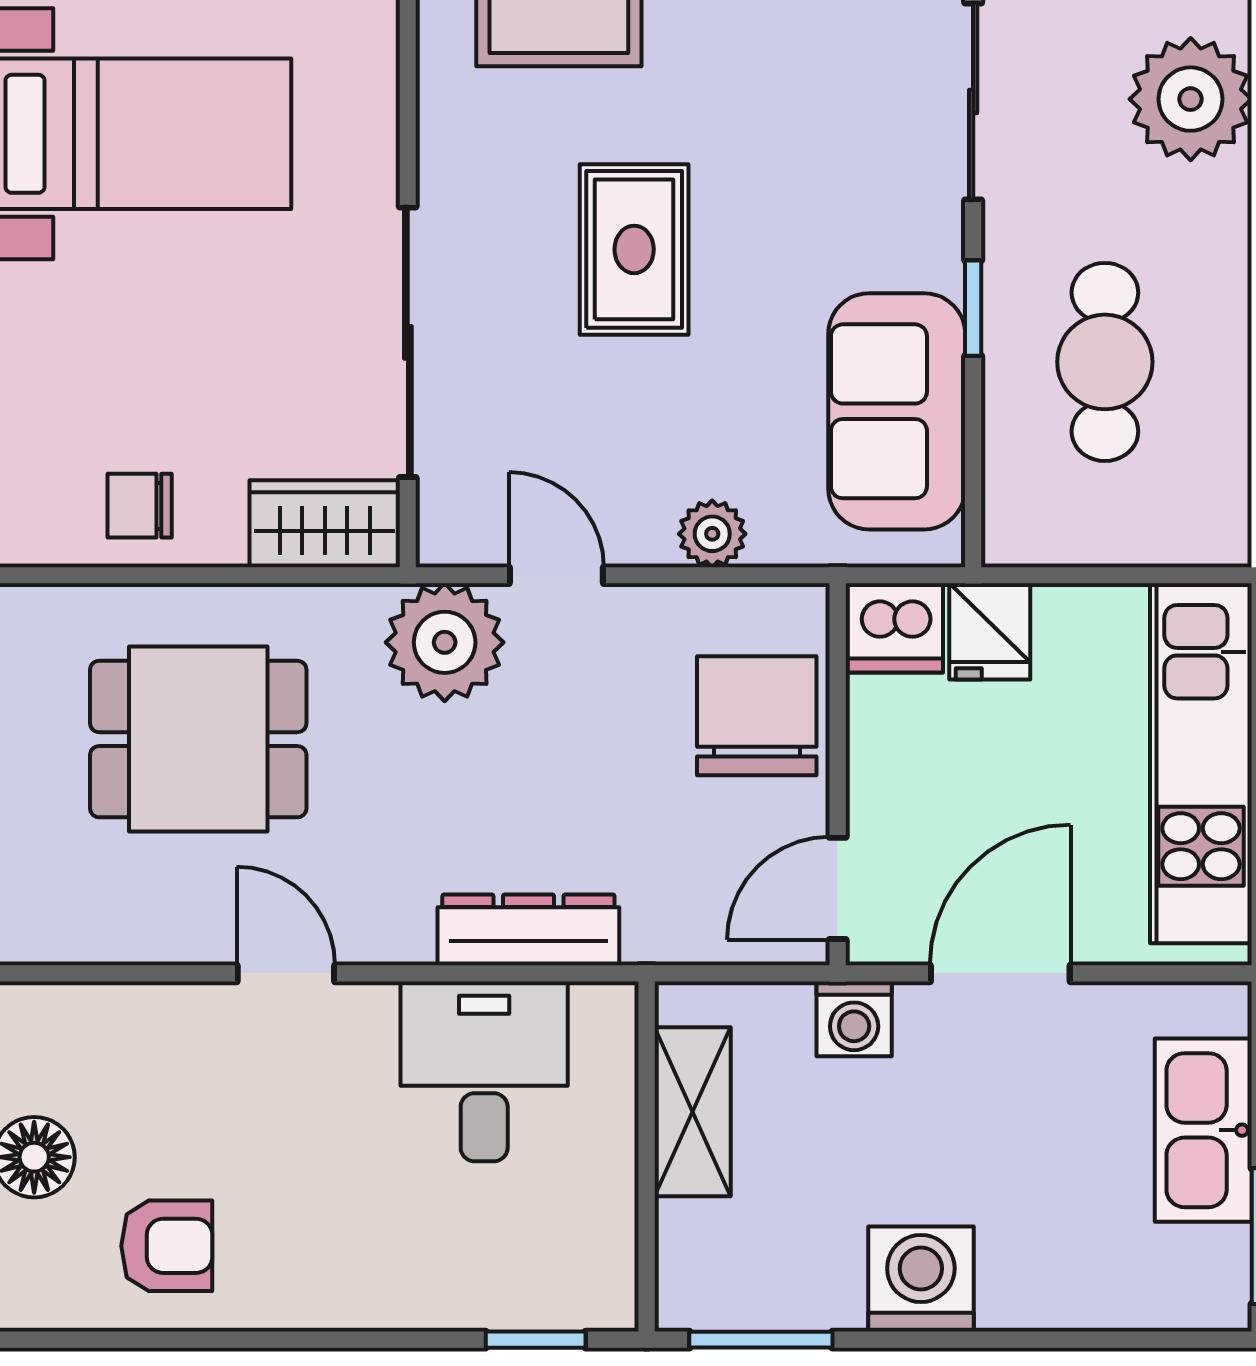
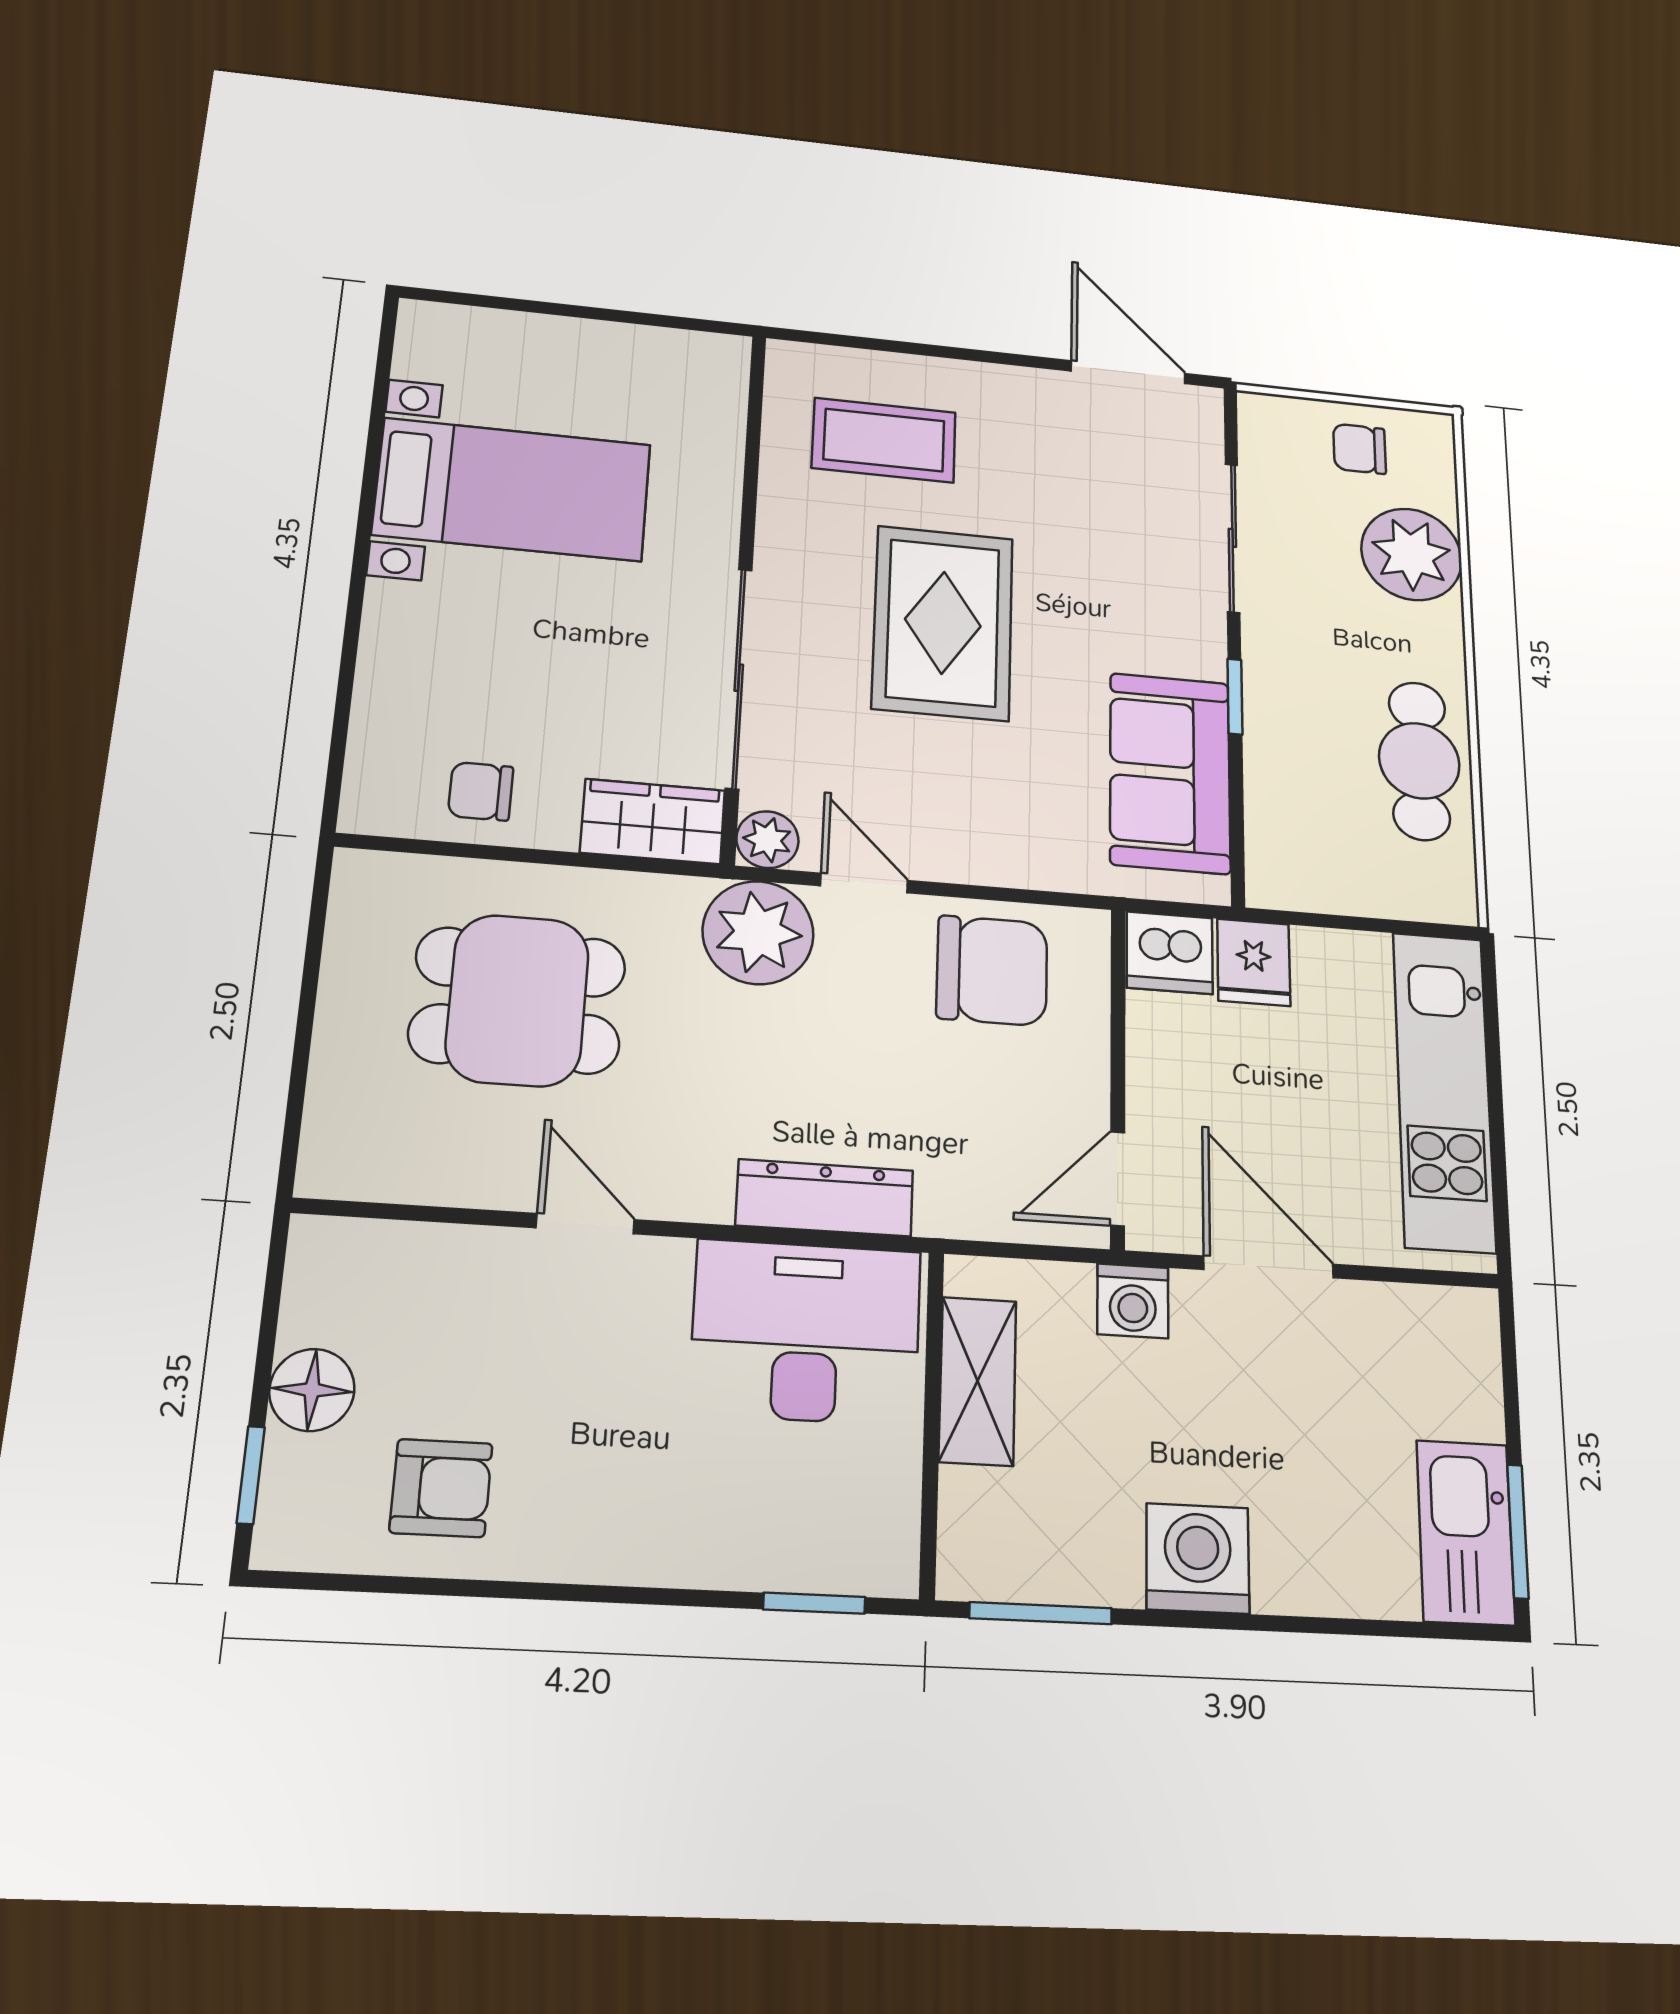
rug: (634, 249) -> (943, 623), width x1.36, depth x1.43
cafe table: (1105, 362) -> (1419, 761), moved
plant: (712, 534) -> (767, 840), moved
chair: (757, 716) -> (992, 971), moved, turned 90
door: (1000, 973) -> (1269, 1267), hinge flipped
desk: (484, 1071) -> (806, 1332), width x1.37
kitchen sink: (1203, 1130) -> (1465, 1532), moved

